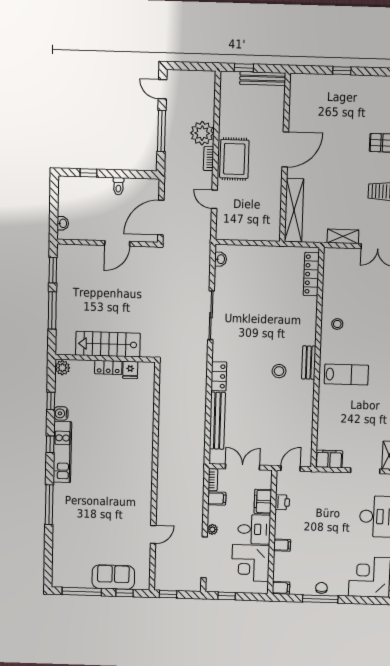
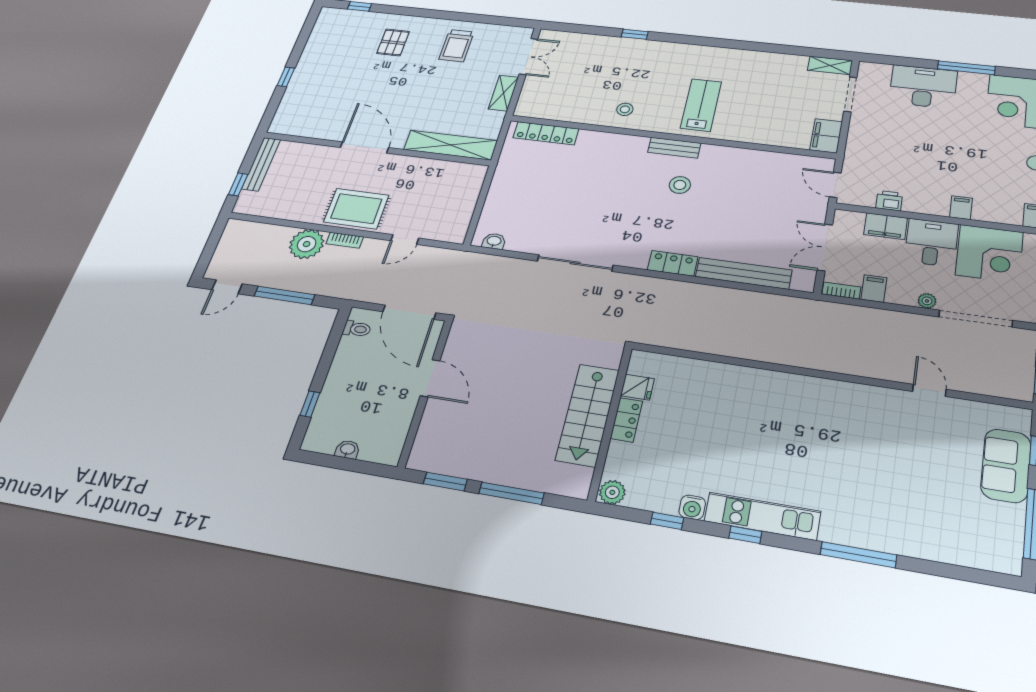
toilet: (118, 186) -> (357, 329), moved
washbasin: (63, 223) -> (348, 449), moved

